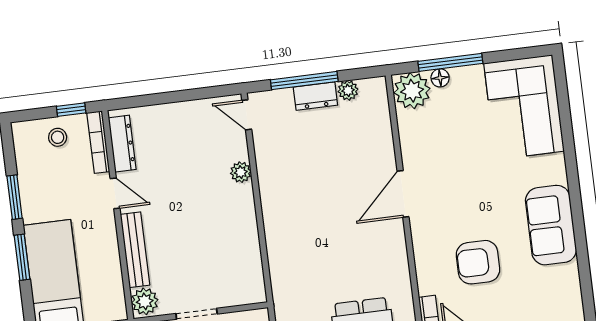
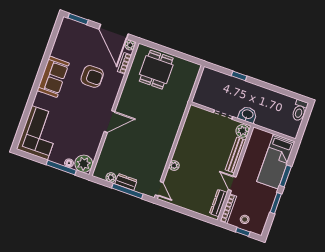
window: (71, 110) -> (243, 232), moved

